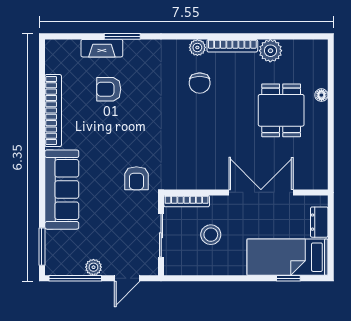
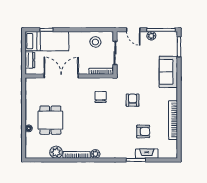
chair: (200, 83) -> (101, 97), moved
armchair: (136, 178) -> (133, 100), moved
sofa: (62, 190) -> (168, 72), width x0.73
double door: (261, 192) -> (61, 76), swing flipped
stool: (211, 235) -> (95, 42), moved
door: (127, 278) -> (133, 30), swing flipped

